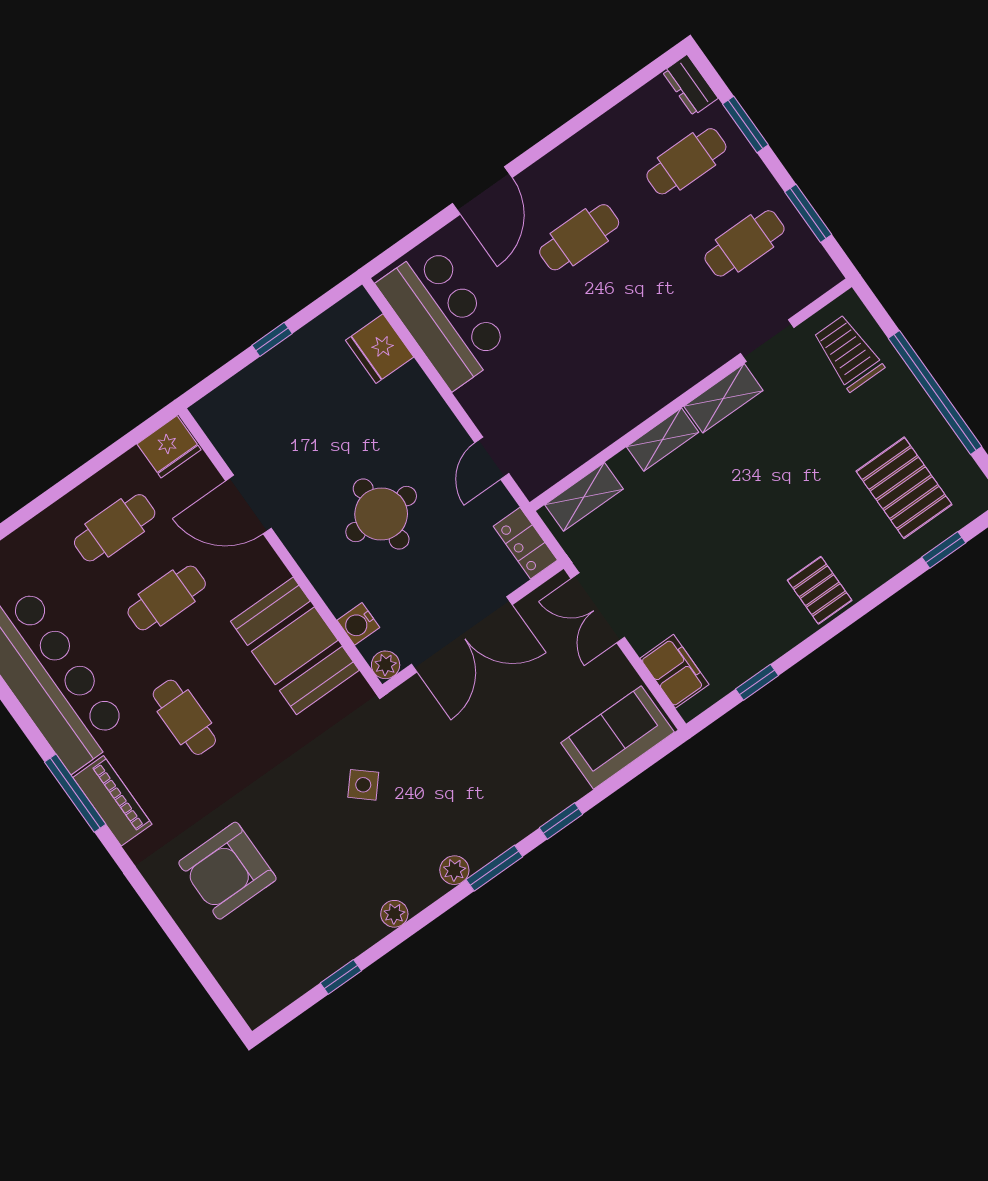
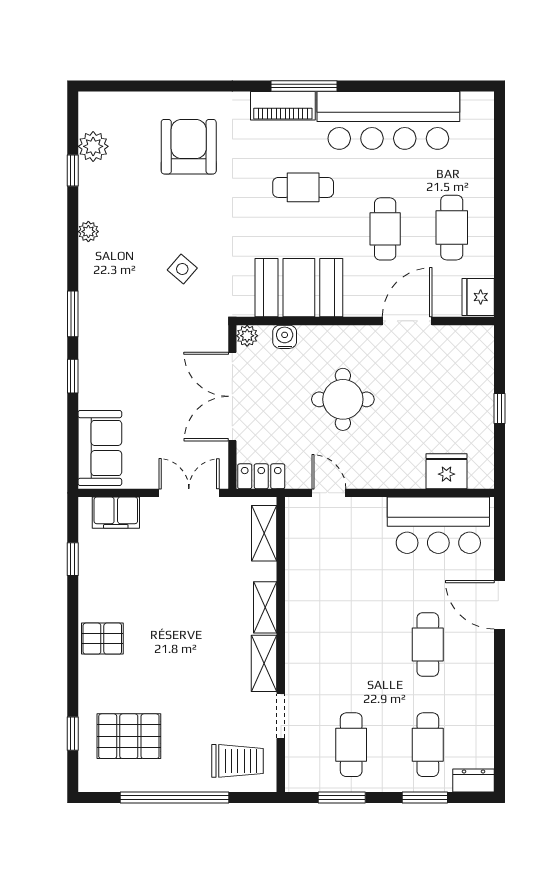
plant: (454, 870) -> (93, 146), moved, width x1.38, depth x1.38

